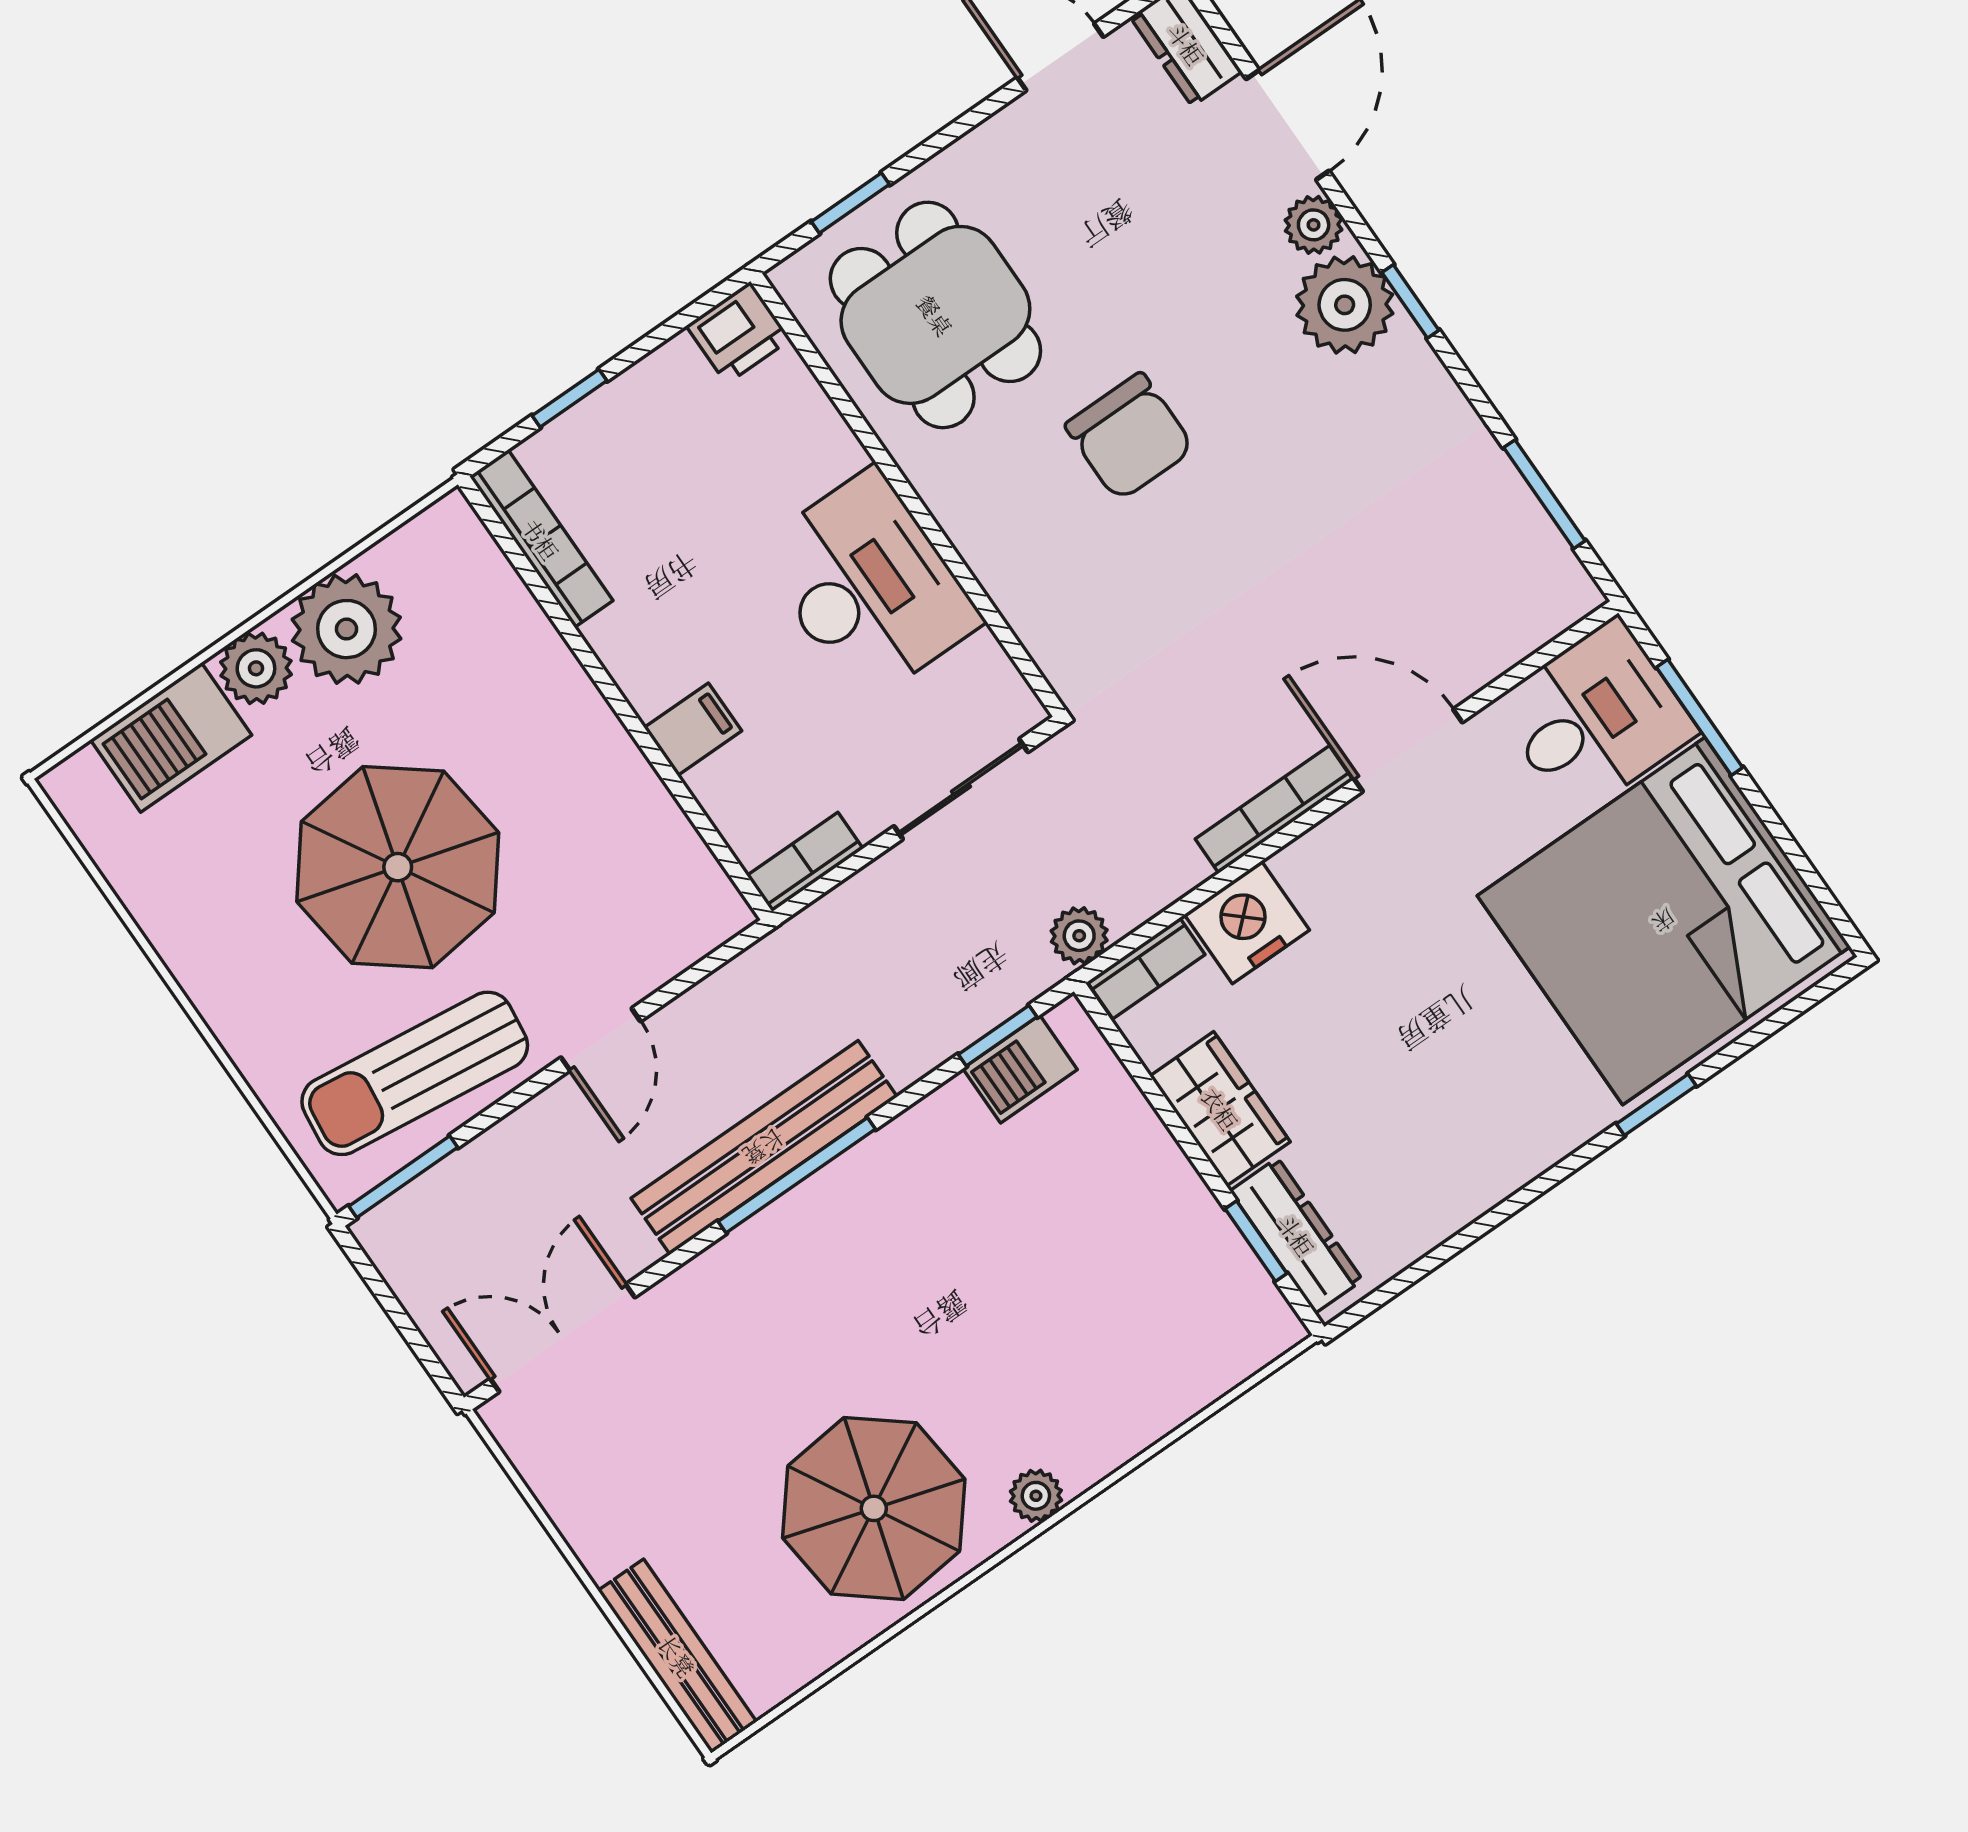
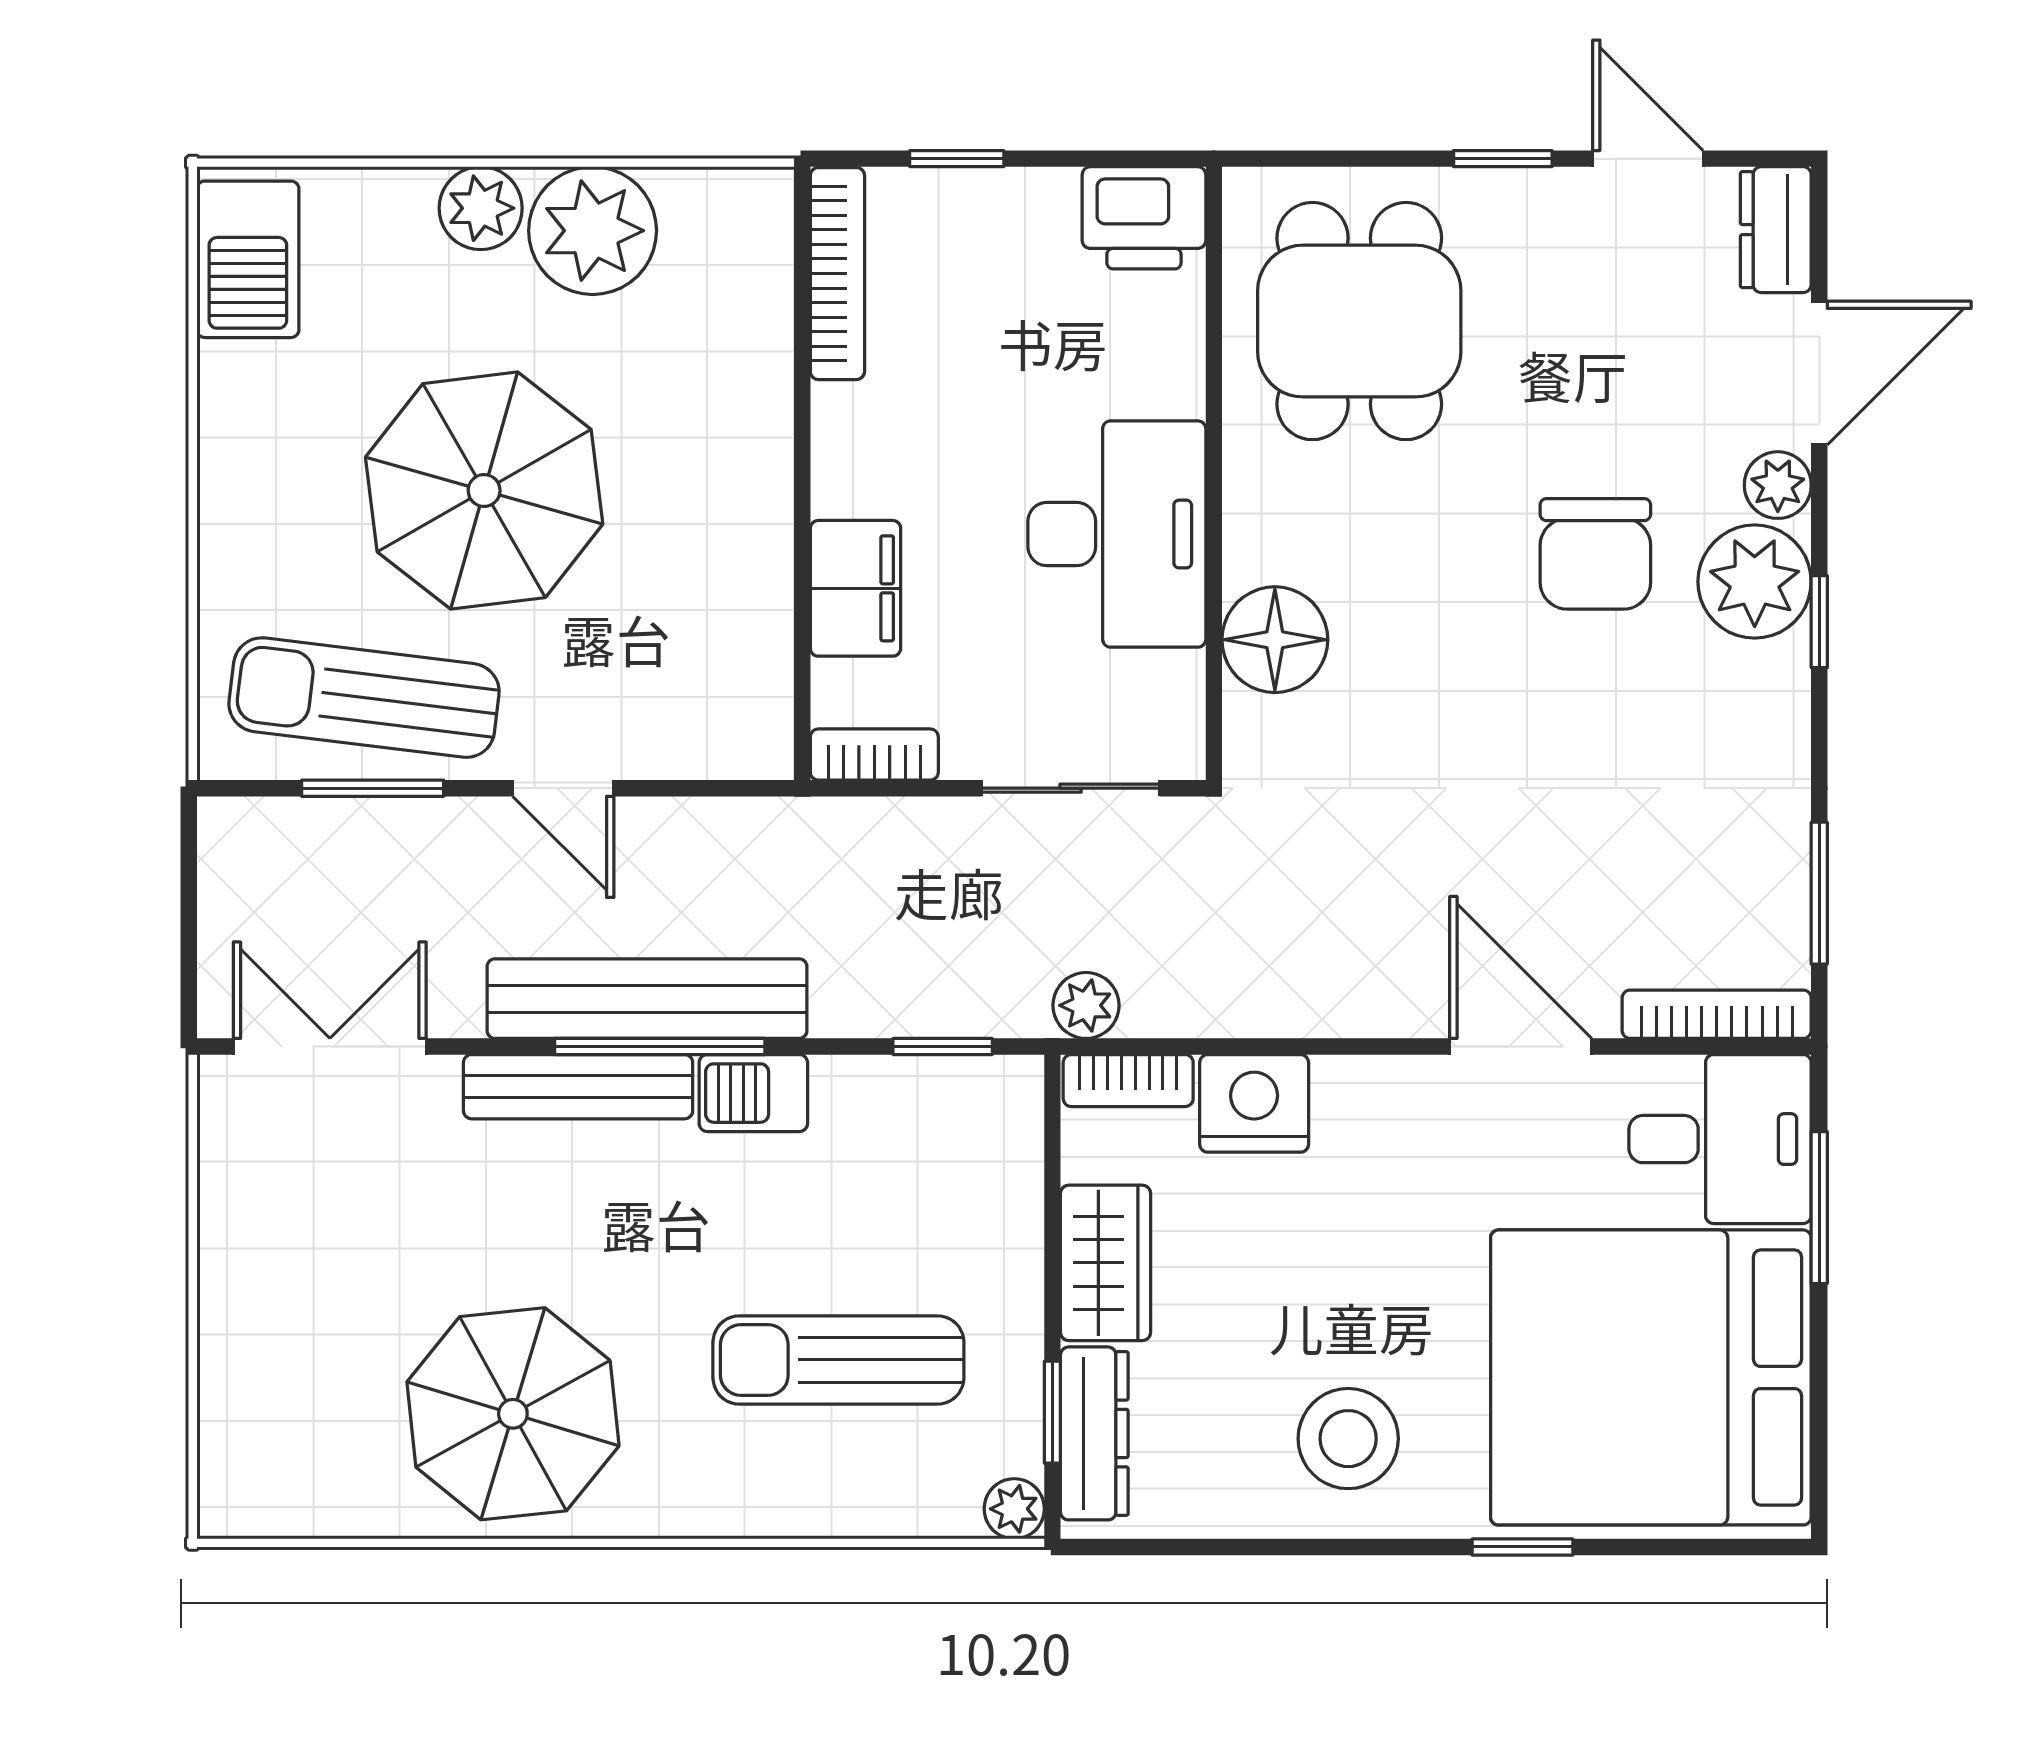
window: (850, 203) -> (1503, 159), moved
printer: (738, 333) -> (1144, 218), width x1.36, depth x1.24
chair: (1130, 437) -> (1595, 554), moved
floor lamp: (1033, 583) -> (1275, 640), added
filing cabinet: (693, 729) -> (855, 588), width x2.00
barbecue: (171, 737) -> (248, 259), moved, turned -90
bookcase: (1274, 809) -> (1717, 1014), moved
door: (601, 1039) -> (563, 788), hinge flipped
barbecue: (1020, 1069) -> (753, 1093), moved
stool: (1479, 1114) -> (1348, 1439), added
window: (403, 1177) -> (373, 788), moved
sun lounger: (1078, 1310) -> (838, 1360), added
plant: (1036, 1496) -> (1014, 1509), moved
bench: (677, 1656) -> (578, 1087), moved, turned 90

